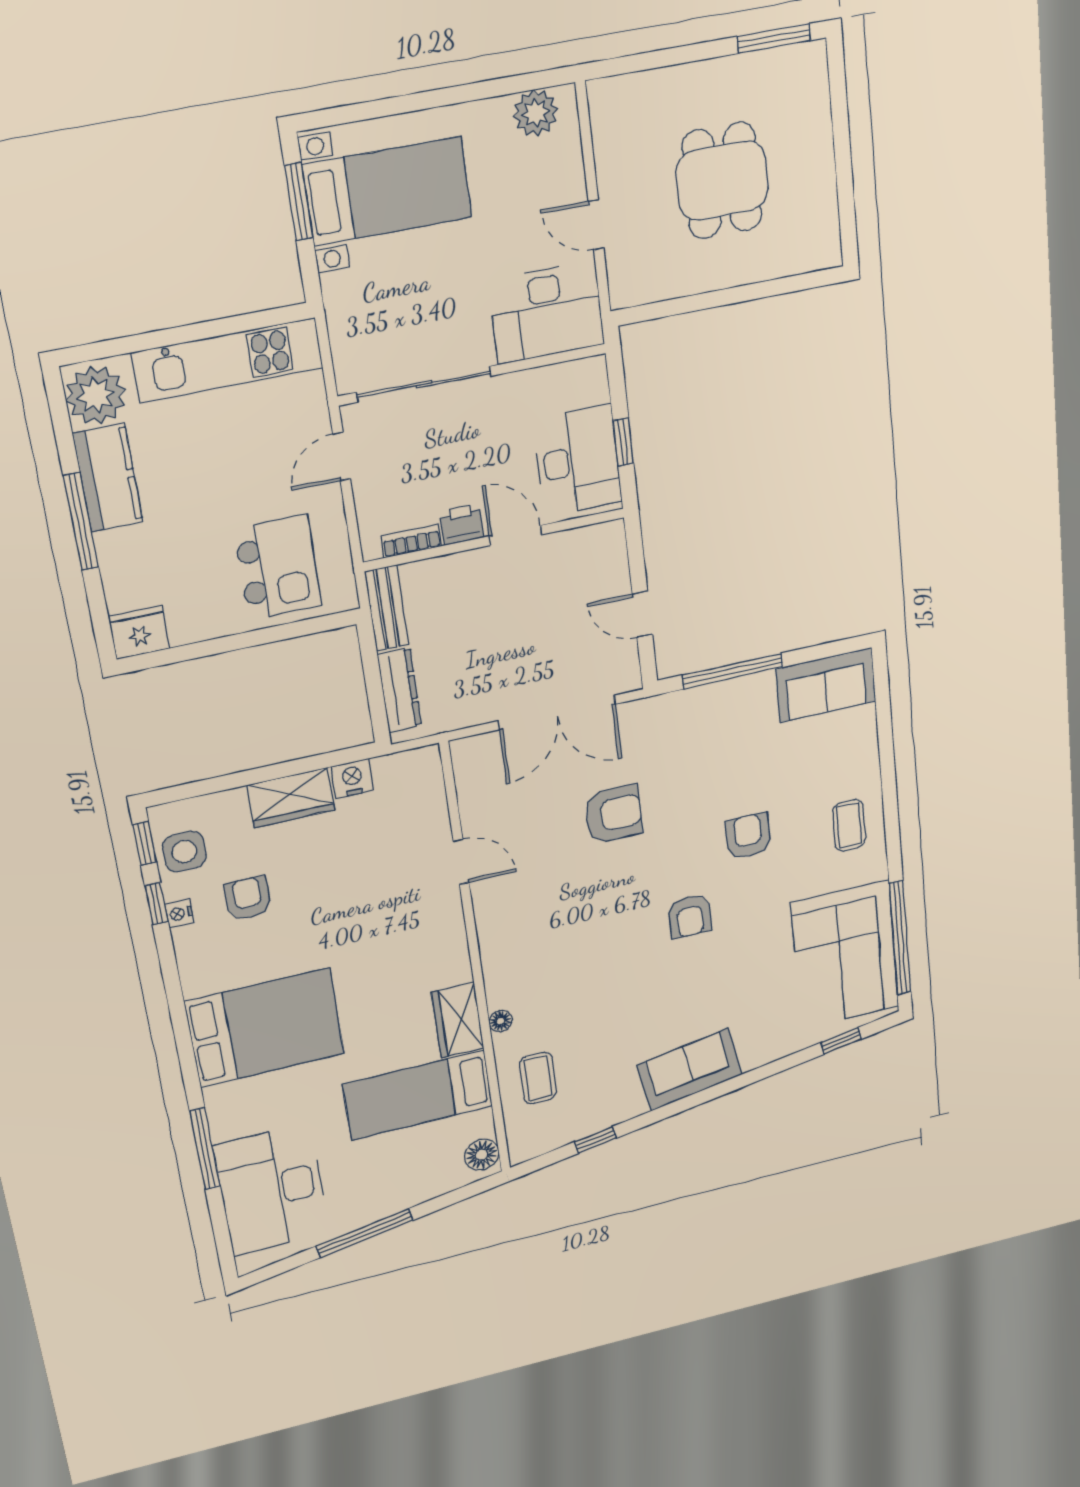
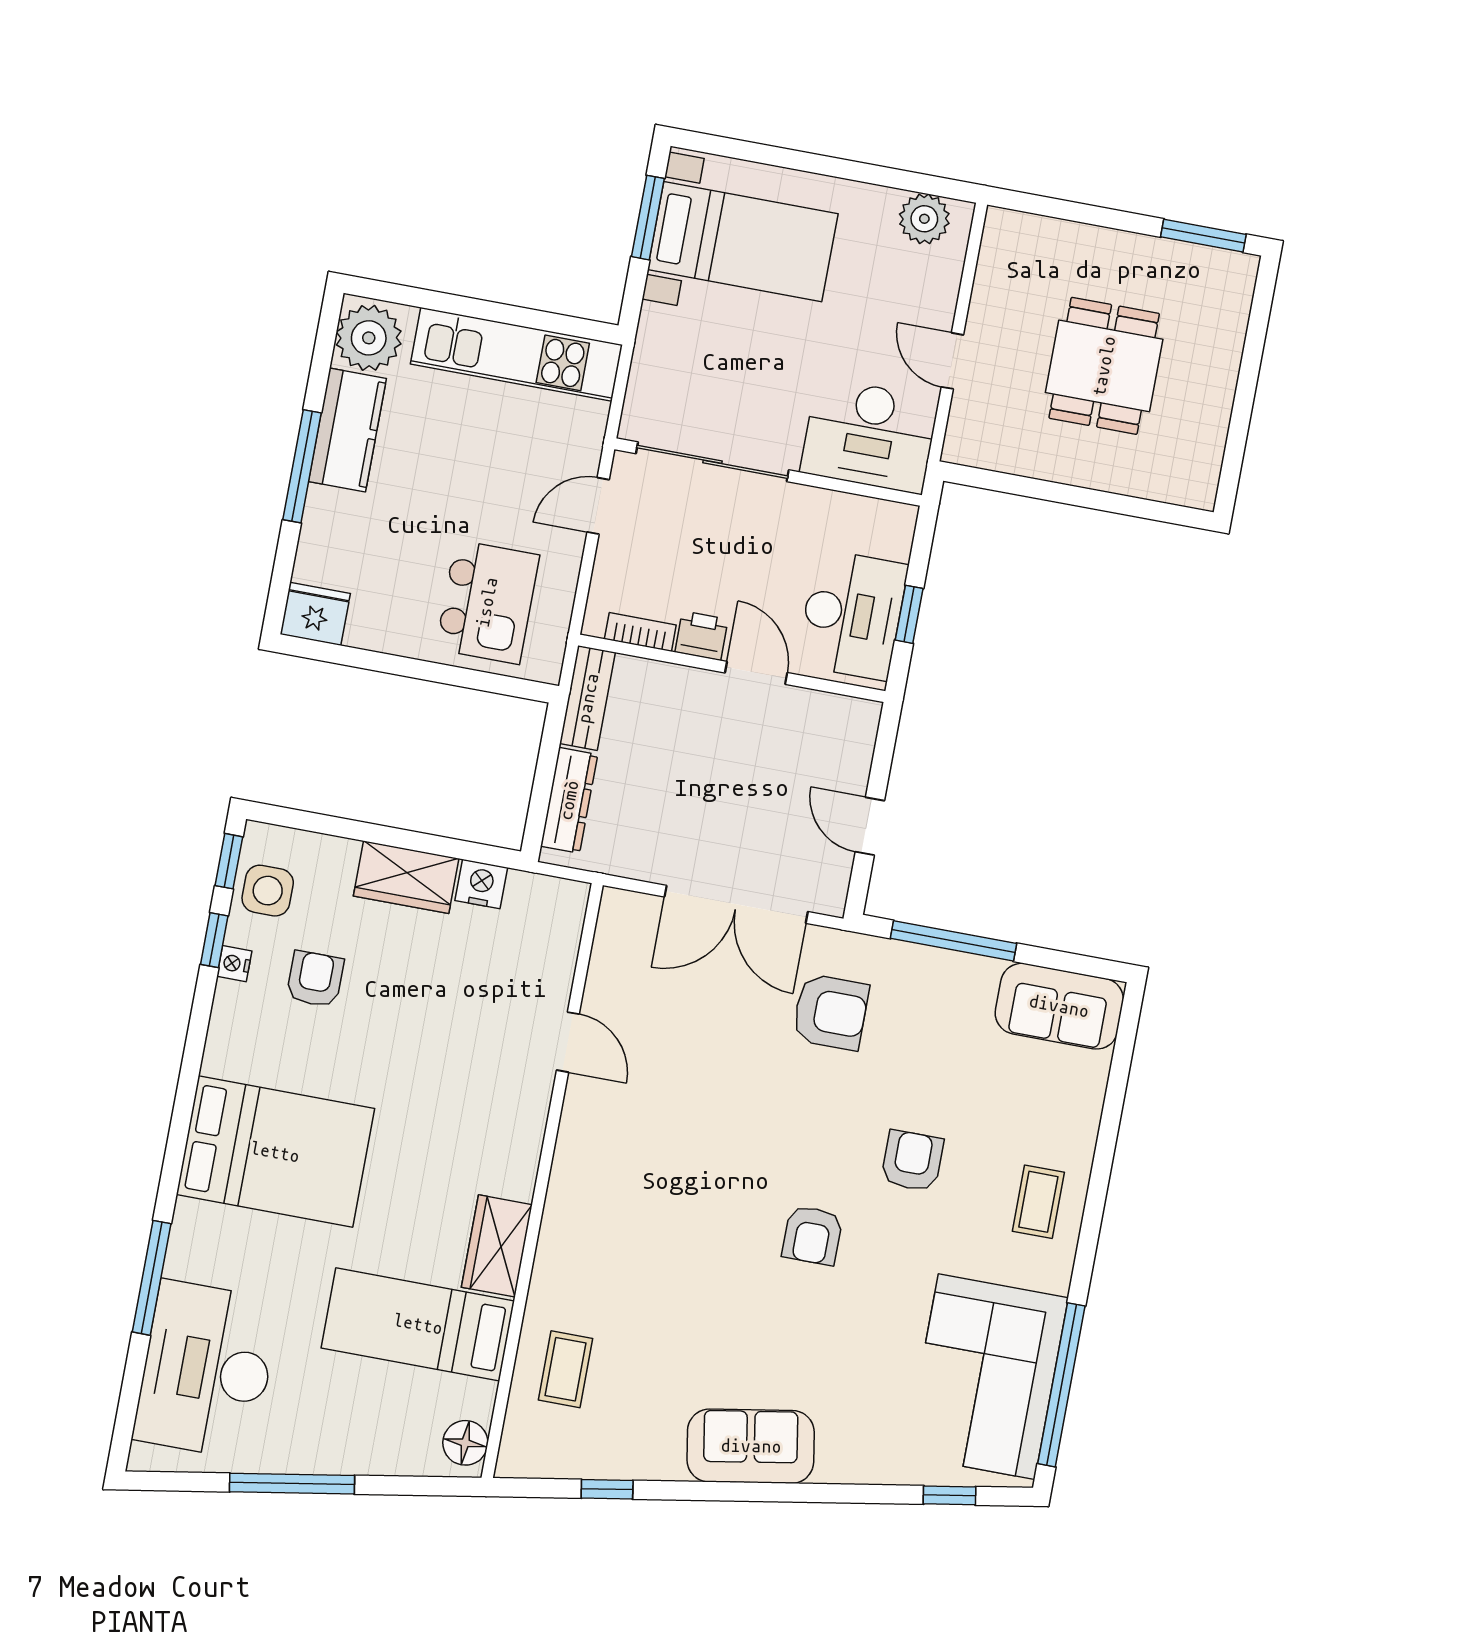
armchair: (614, 814) -> (831, 1012), moved
floor lamp: (501, 1021) -> (546, 1271), removed

